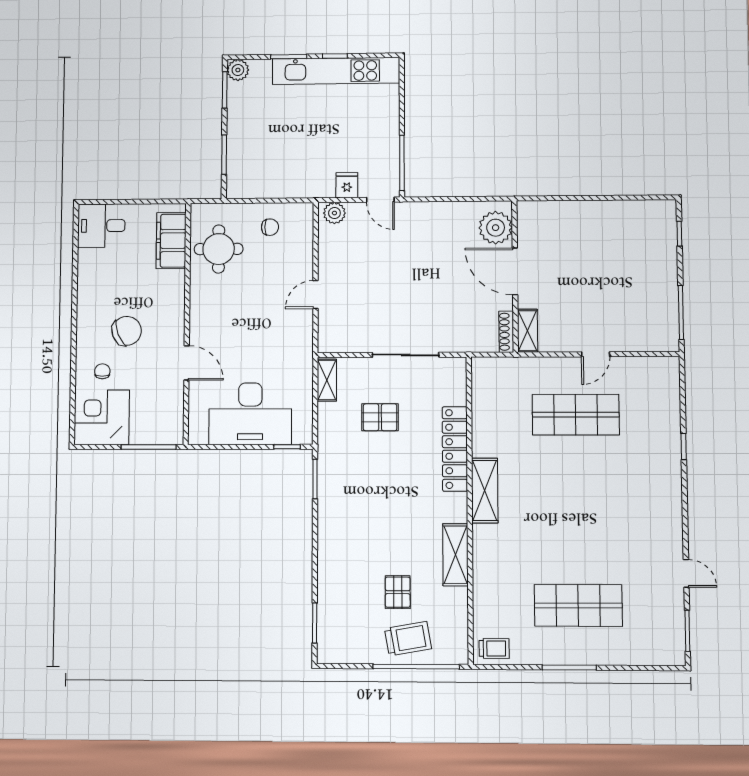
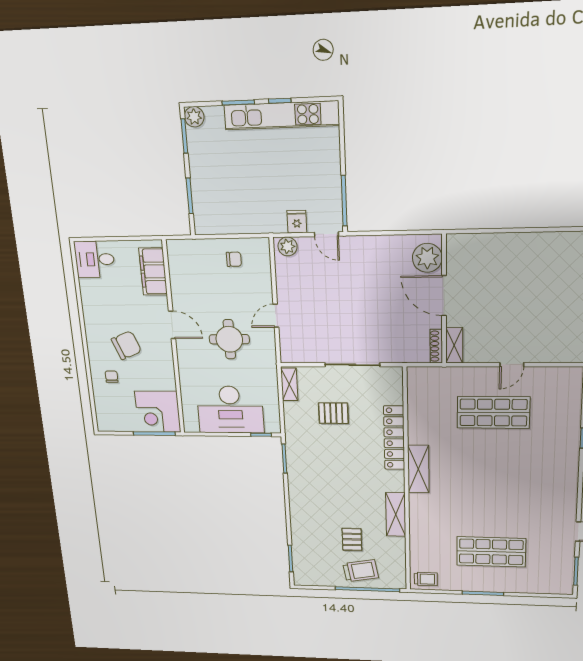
round table: (219, 249) -> (229, 339), moved
door: (187, 363) -> (172, 325), moved
corner desk: (102, 417) -> (158, 412), moved, turned -90

